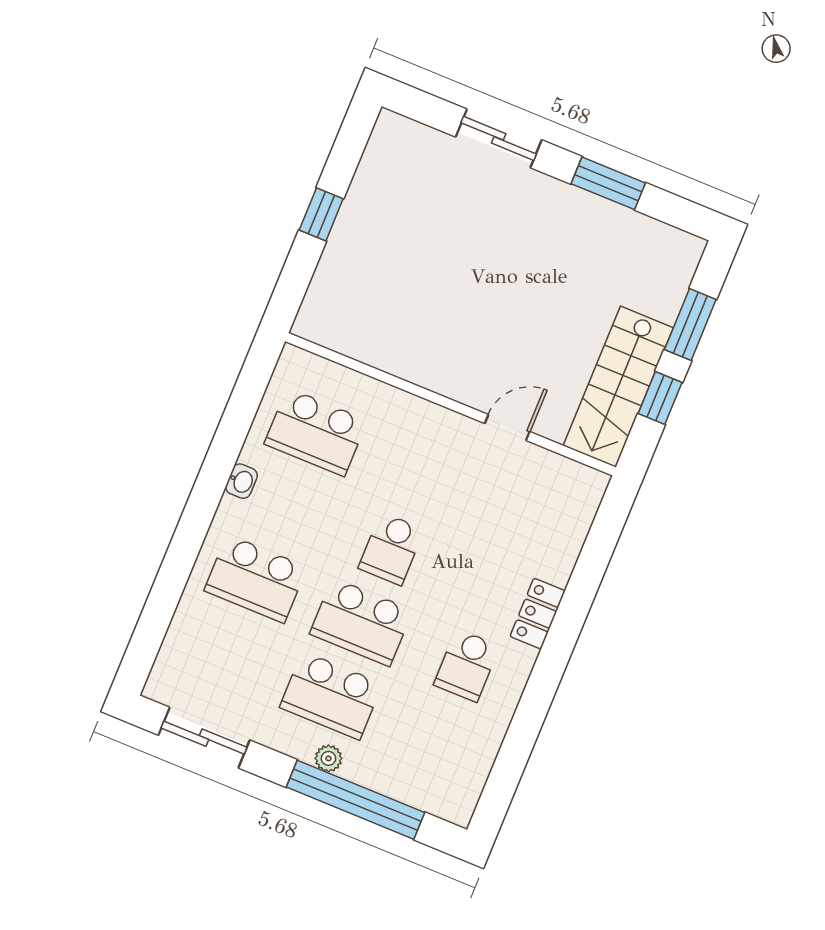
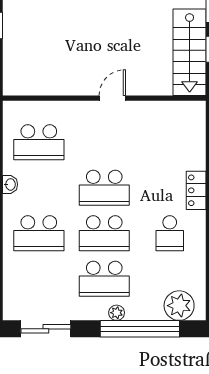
door: (507, 427) -> (112, 98), moved
school desk: (391, 549) -> (104, 188), width x1.85
plant: (434, 788) -> (179, 306), added

